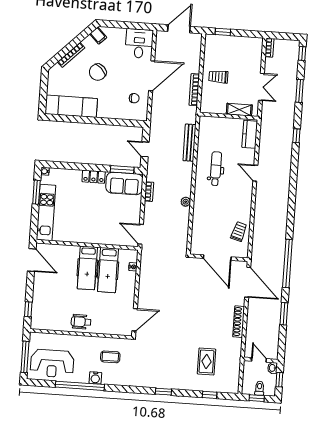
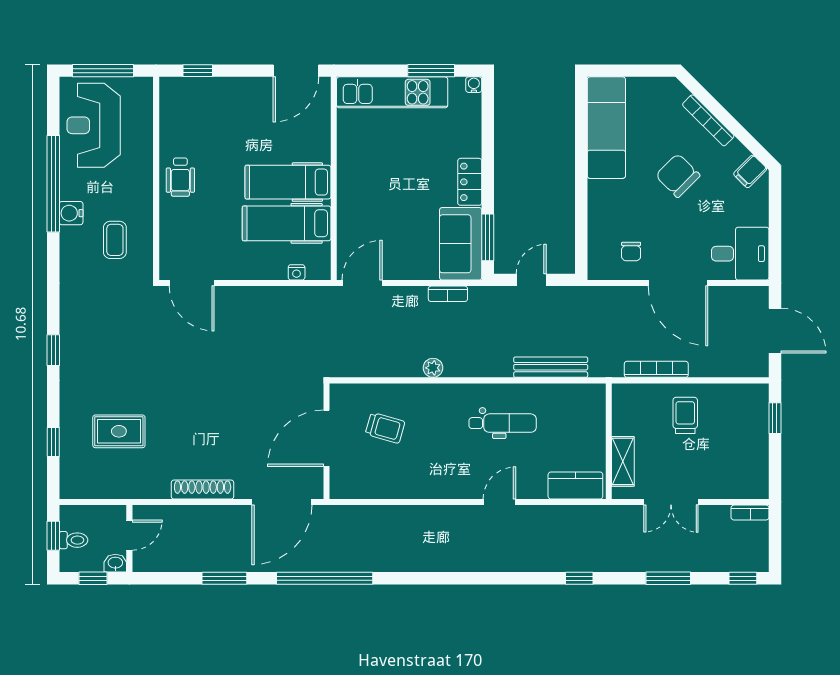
trolley: (239, 232) -> (385, 428), moved
wheelchair: (81, 322) -> (180, 177), turned 180

